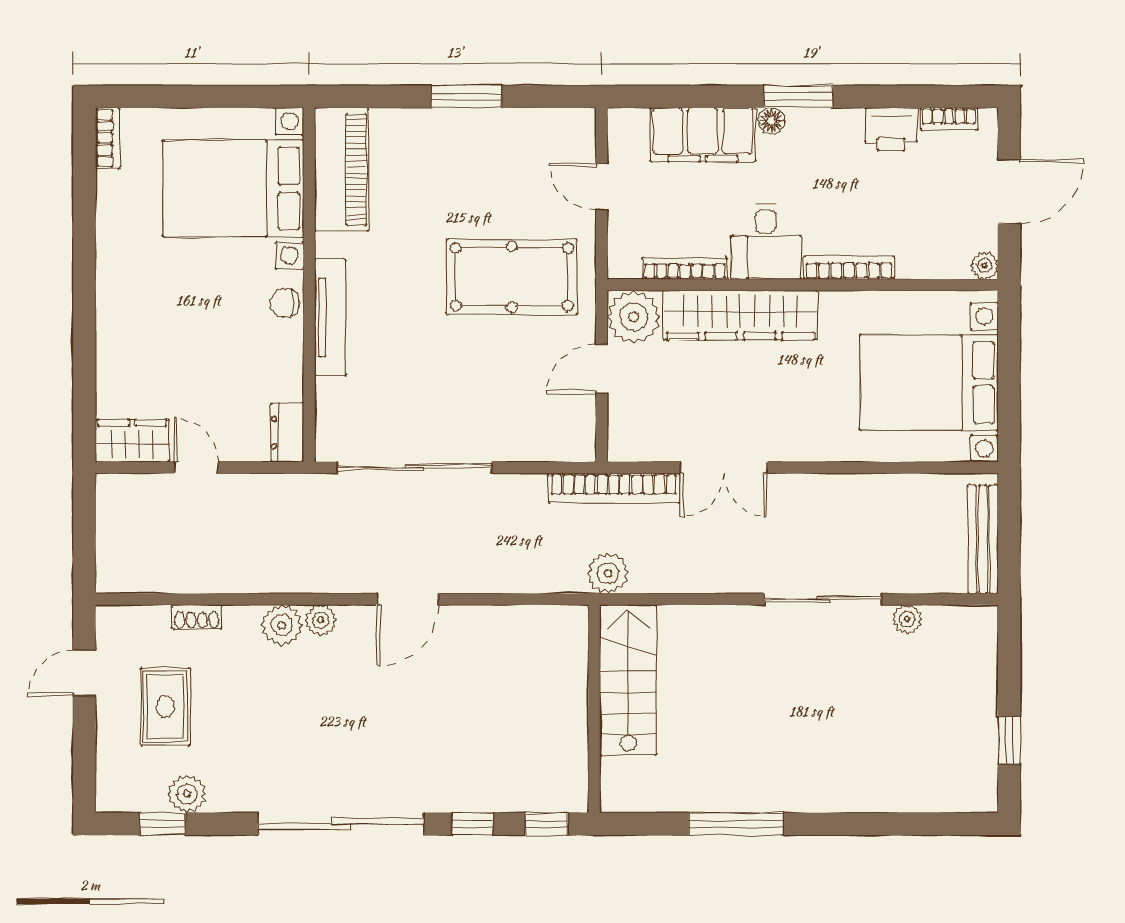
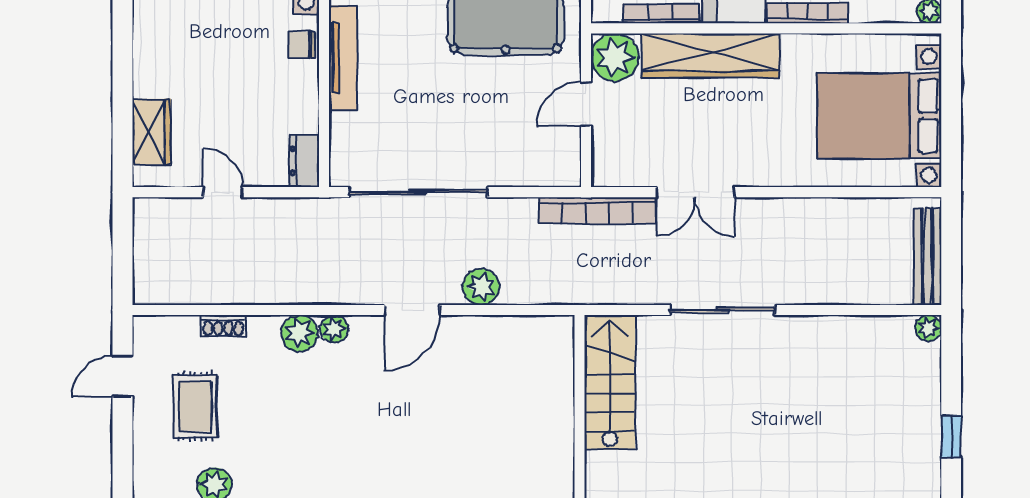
wardrobe: (132, 441) -> (152, 132), moved, turned 90
plant: (608, 573) -> (481, 287), moved
sliding door: (823, 599) -> (722, 310), moved
plant: (907, 619) -> (928, 328), moved

